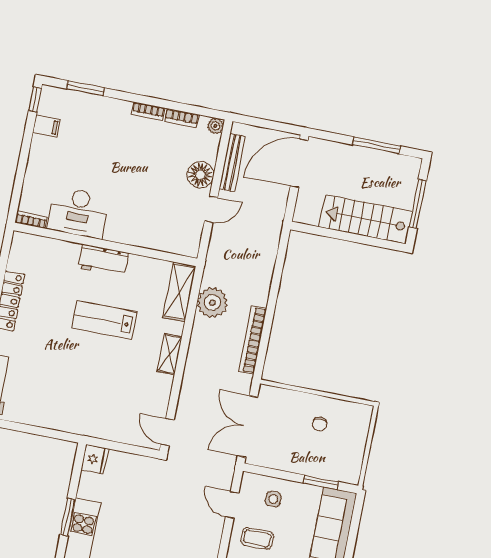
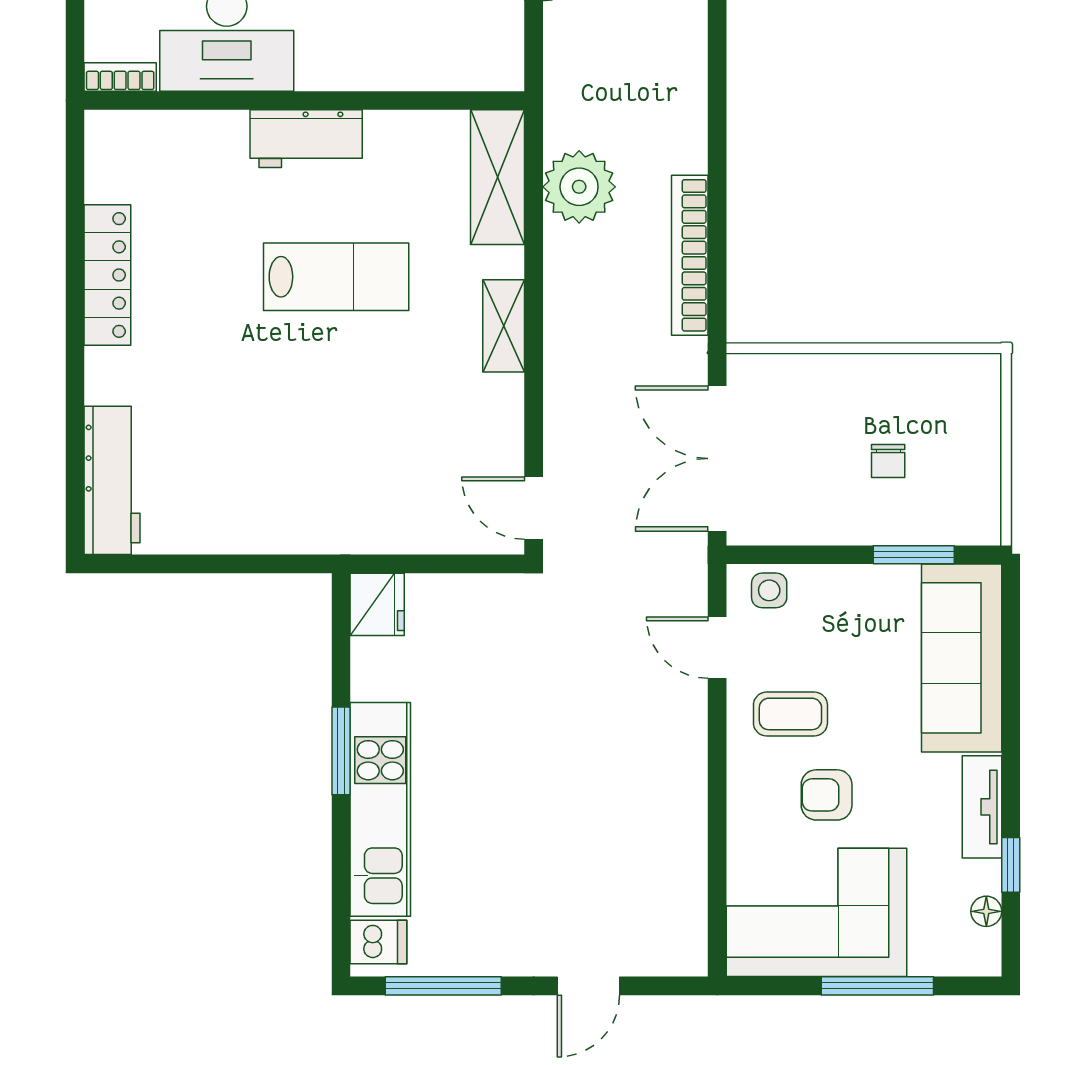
lab bench: (104, 320) -> (336, 277), turned 180
chair: (320, 424) -> (888, 461), moved
side table: (273, 499) -> (769, 590), moved

